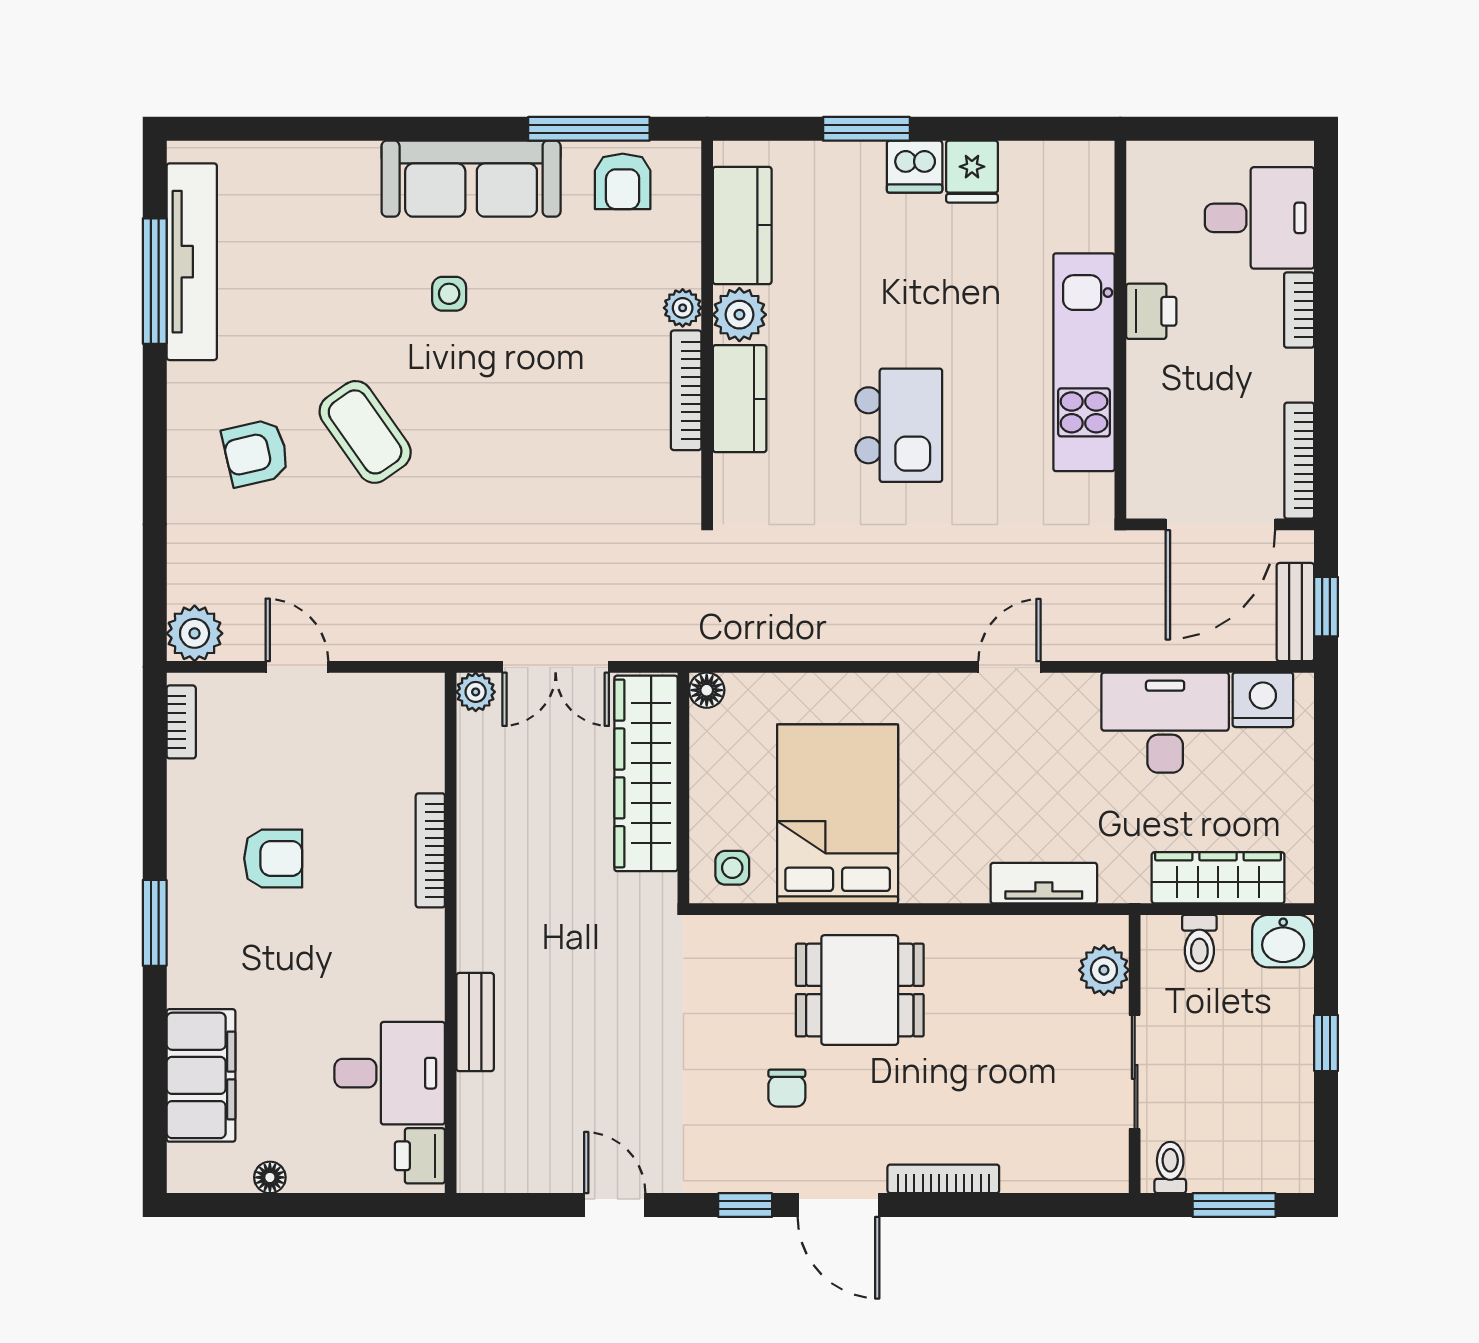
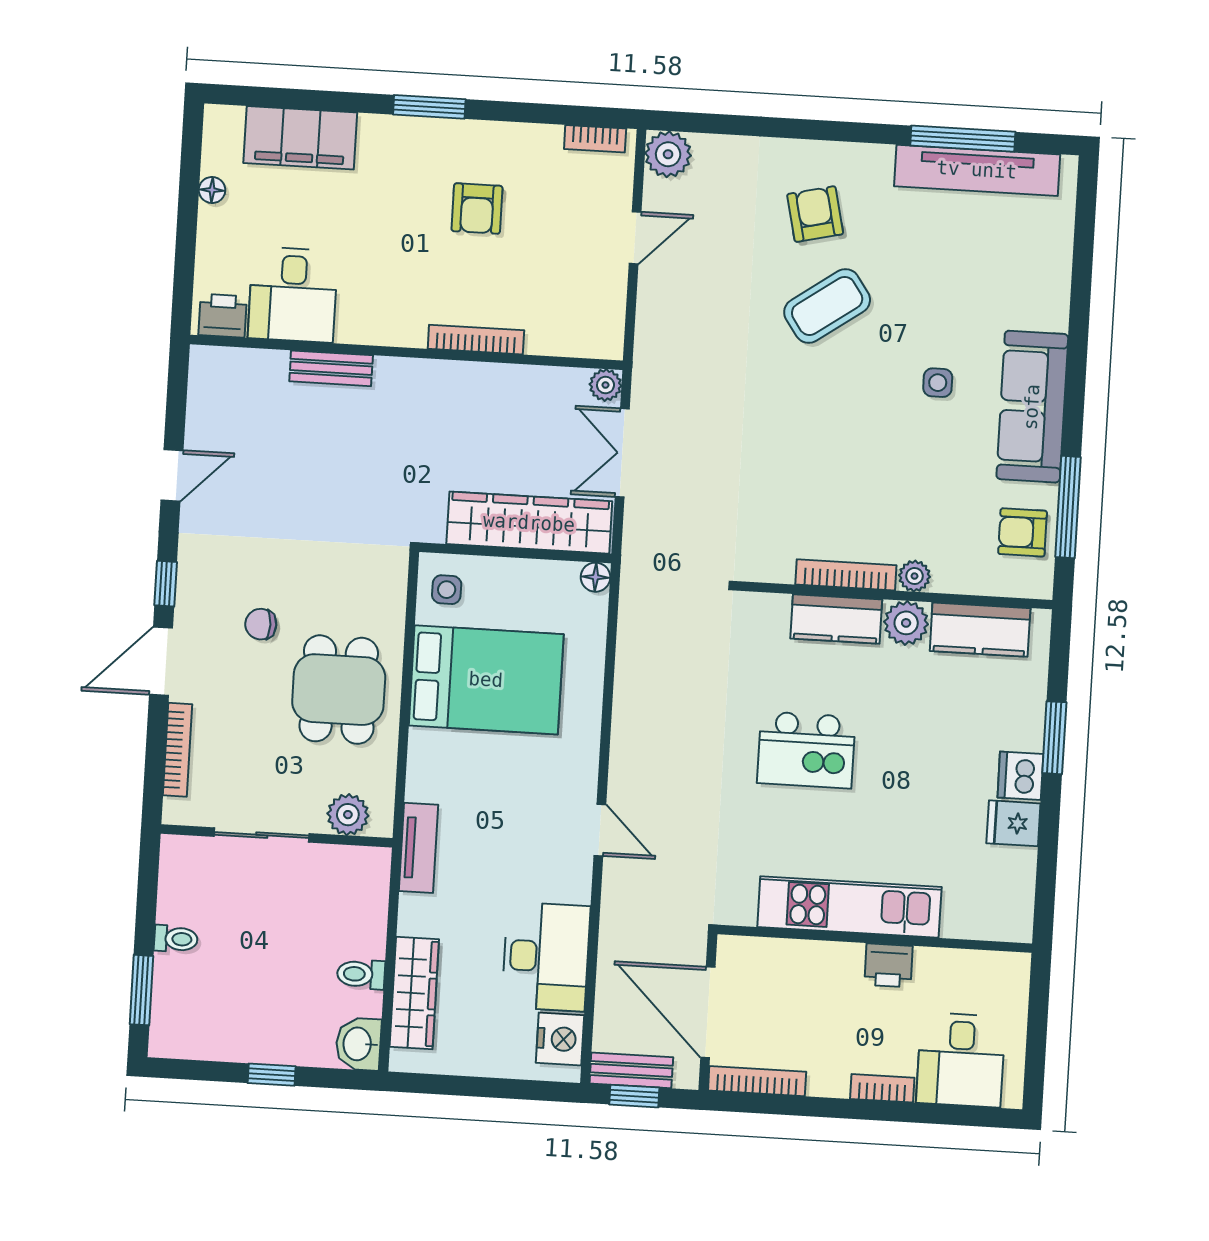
plant: (1104, 970) -> (348, 815), moved
wall: (1135, 1054) -> (277, 836), moved
sliding door: (1135, 1072) -> (262, 835), moved

